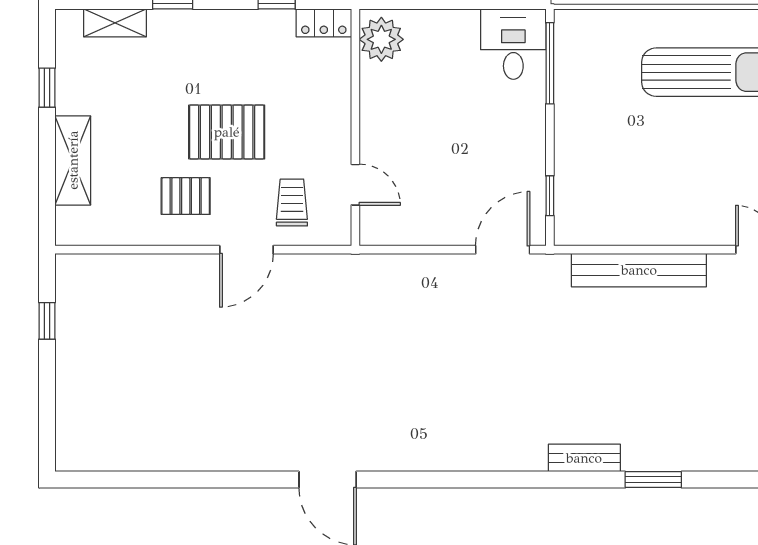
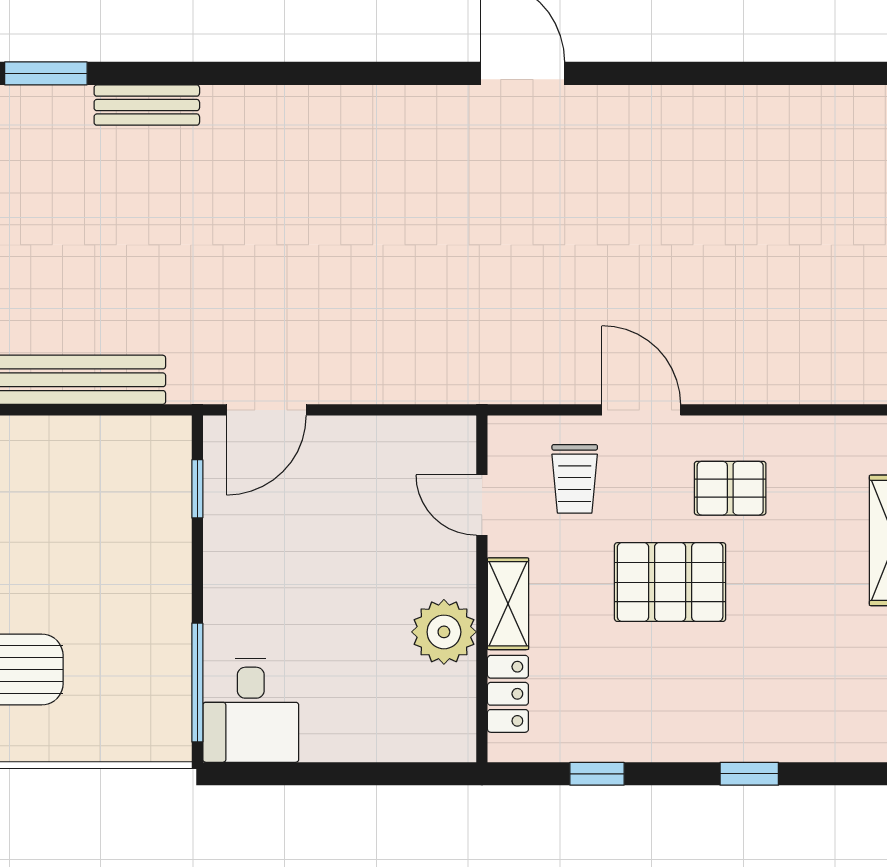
shelving: (115, 23) -> (508, 604), moved, turned 90
locker: (324, 23) -> (508, 694), moved, turned 90
plant: (381, 39) -> (444, 632), moved
door: (246, 250) -> (641, 410), hinge flipped

